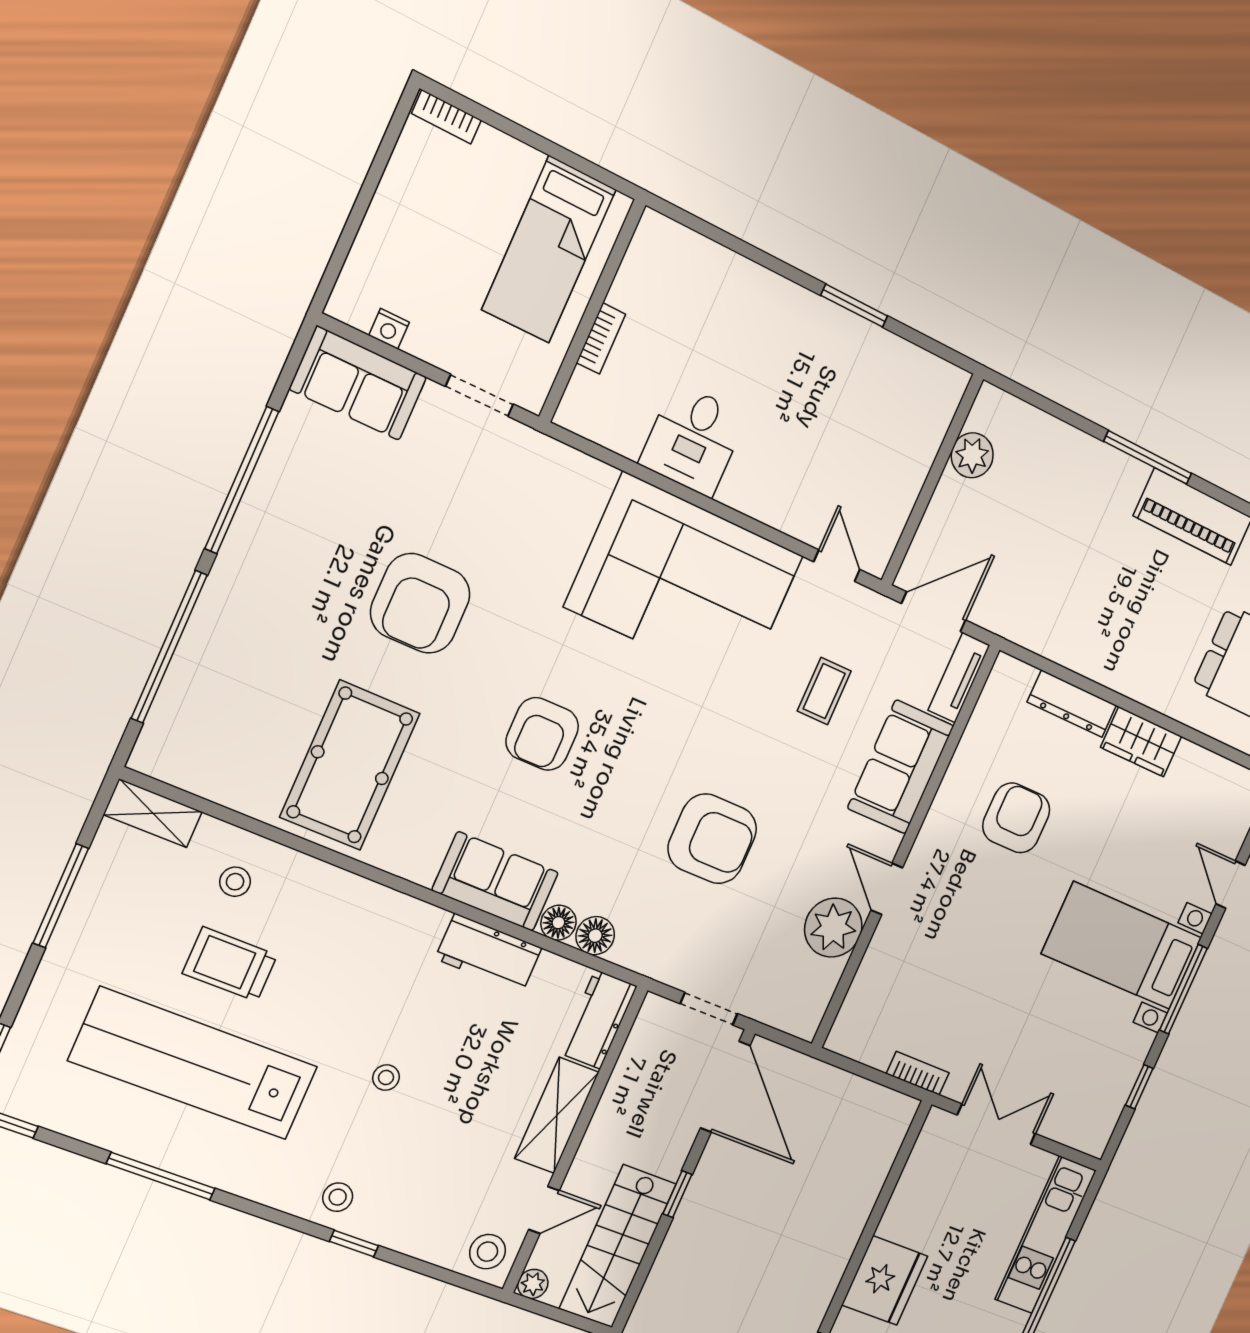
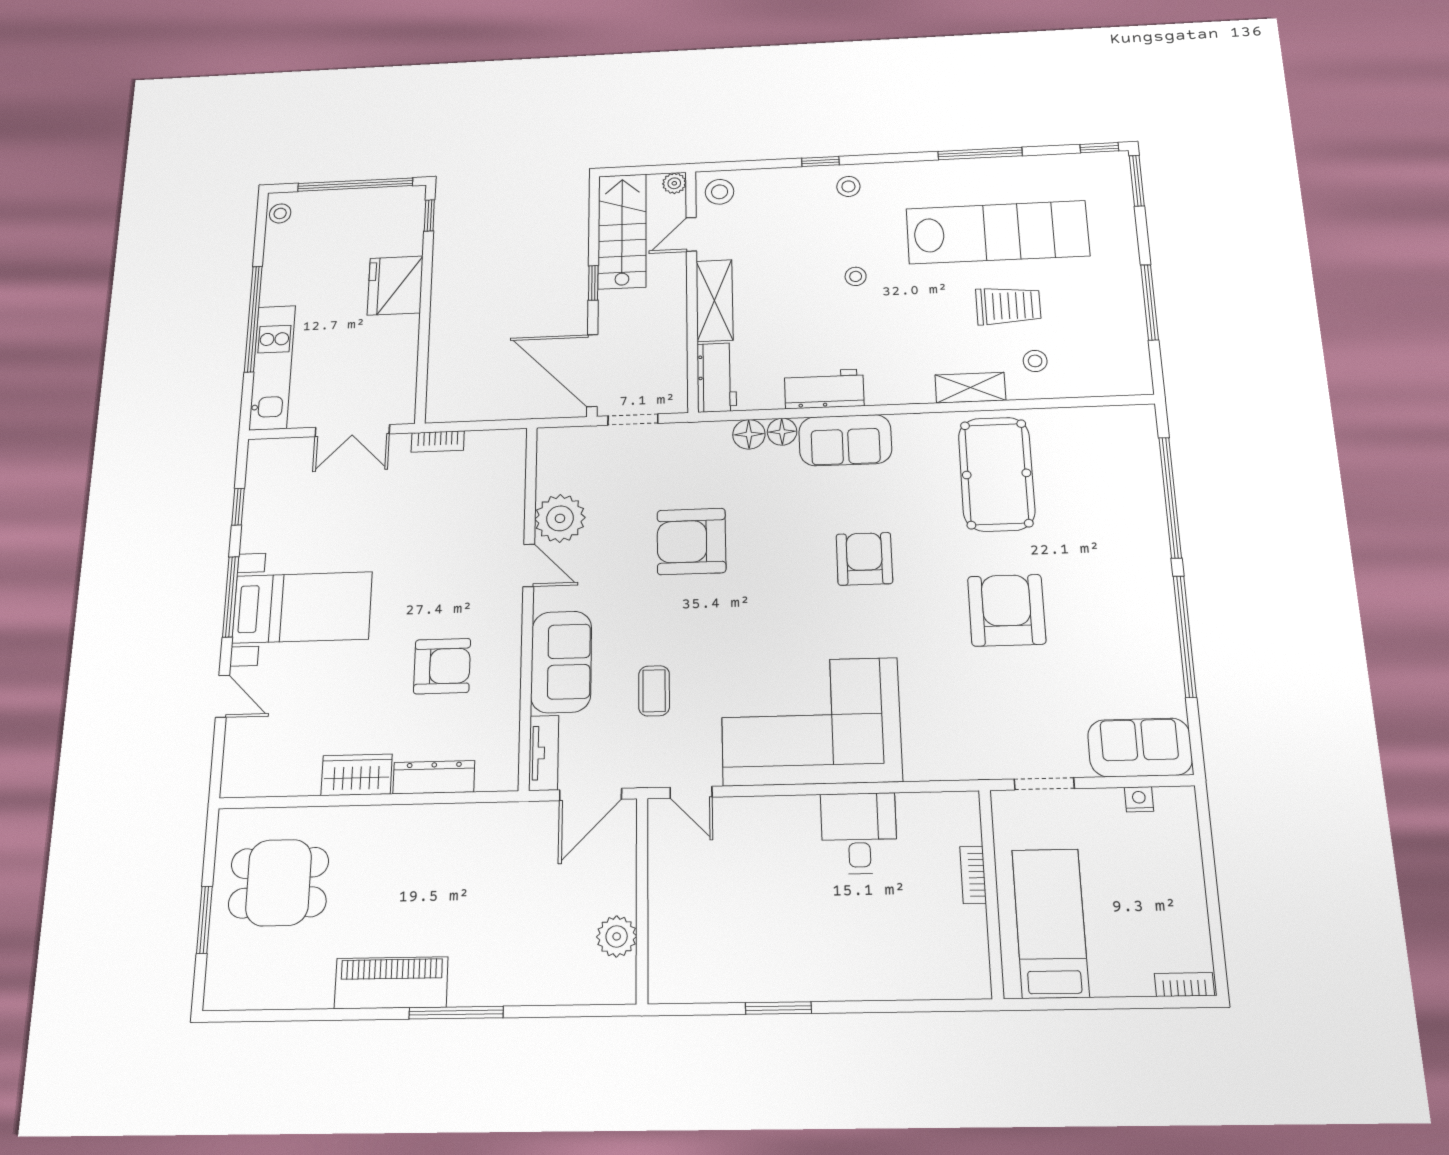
shelving: (153, 813) -> (970, 388), moved
armchair: (1016, 818) -> (442, 666), turned -90

